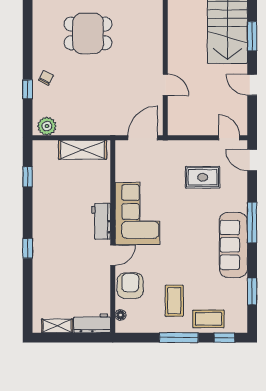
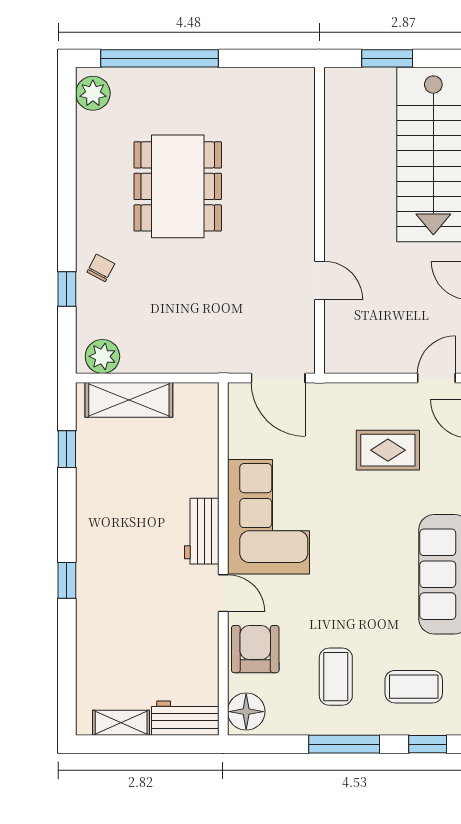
dining table: (88, 33) -> (178, 186), width x1.38
door: (143, 138) -> (278, 378), swing flipped
door: (229, 138) -> (436, 378), hinge flipped
shelving: (83, 150) -> (129, 400), moved
door: (113, 255) -> (223, 593), hinge flipped
floor lamp: (121, 315) -> (246, 712), width x1.89, depth x1.89
coffee table: (208, 319) -> (414, 687), moved

